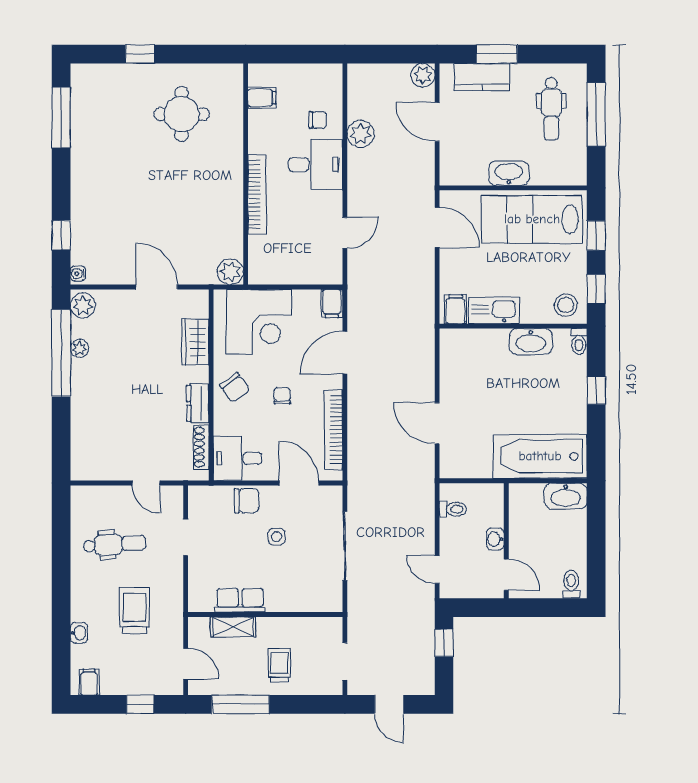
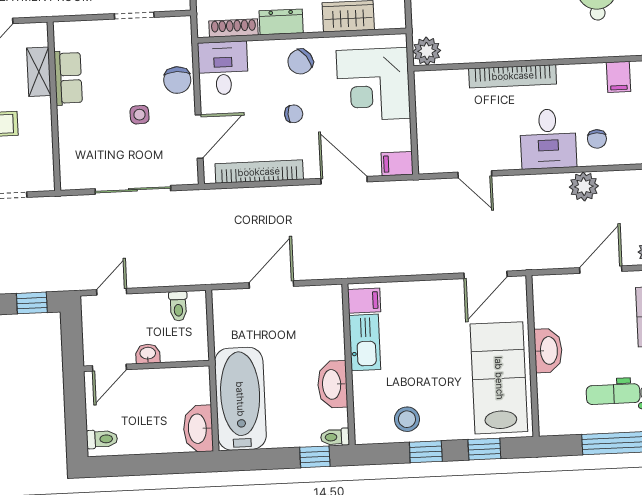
filing cabinet: (456, 309) -> (364, 301), moved
kitchen sink: (494, 310) -> (365, 342), moved
wall: (513, 326) -> (348, 364), moved
toilet: (579, 341) -> (335, 437), moved
washbasin: (531, 342) -> (332, 384), moved

